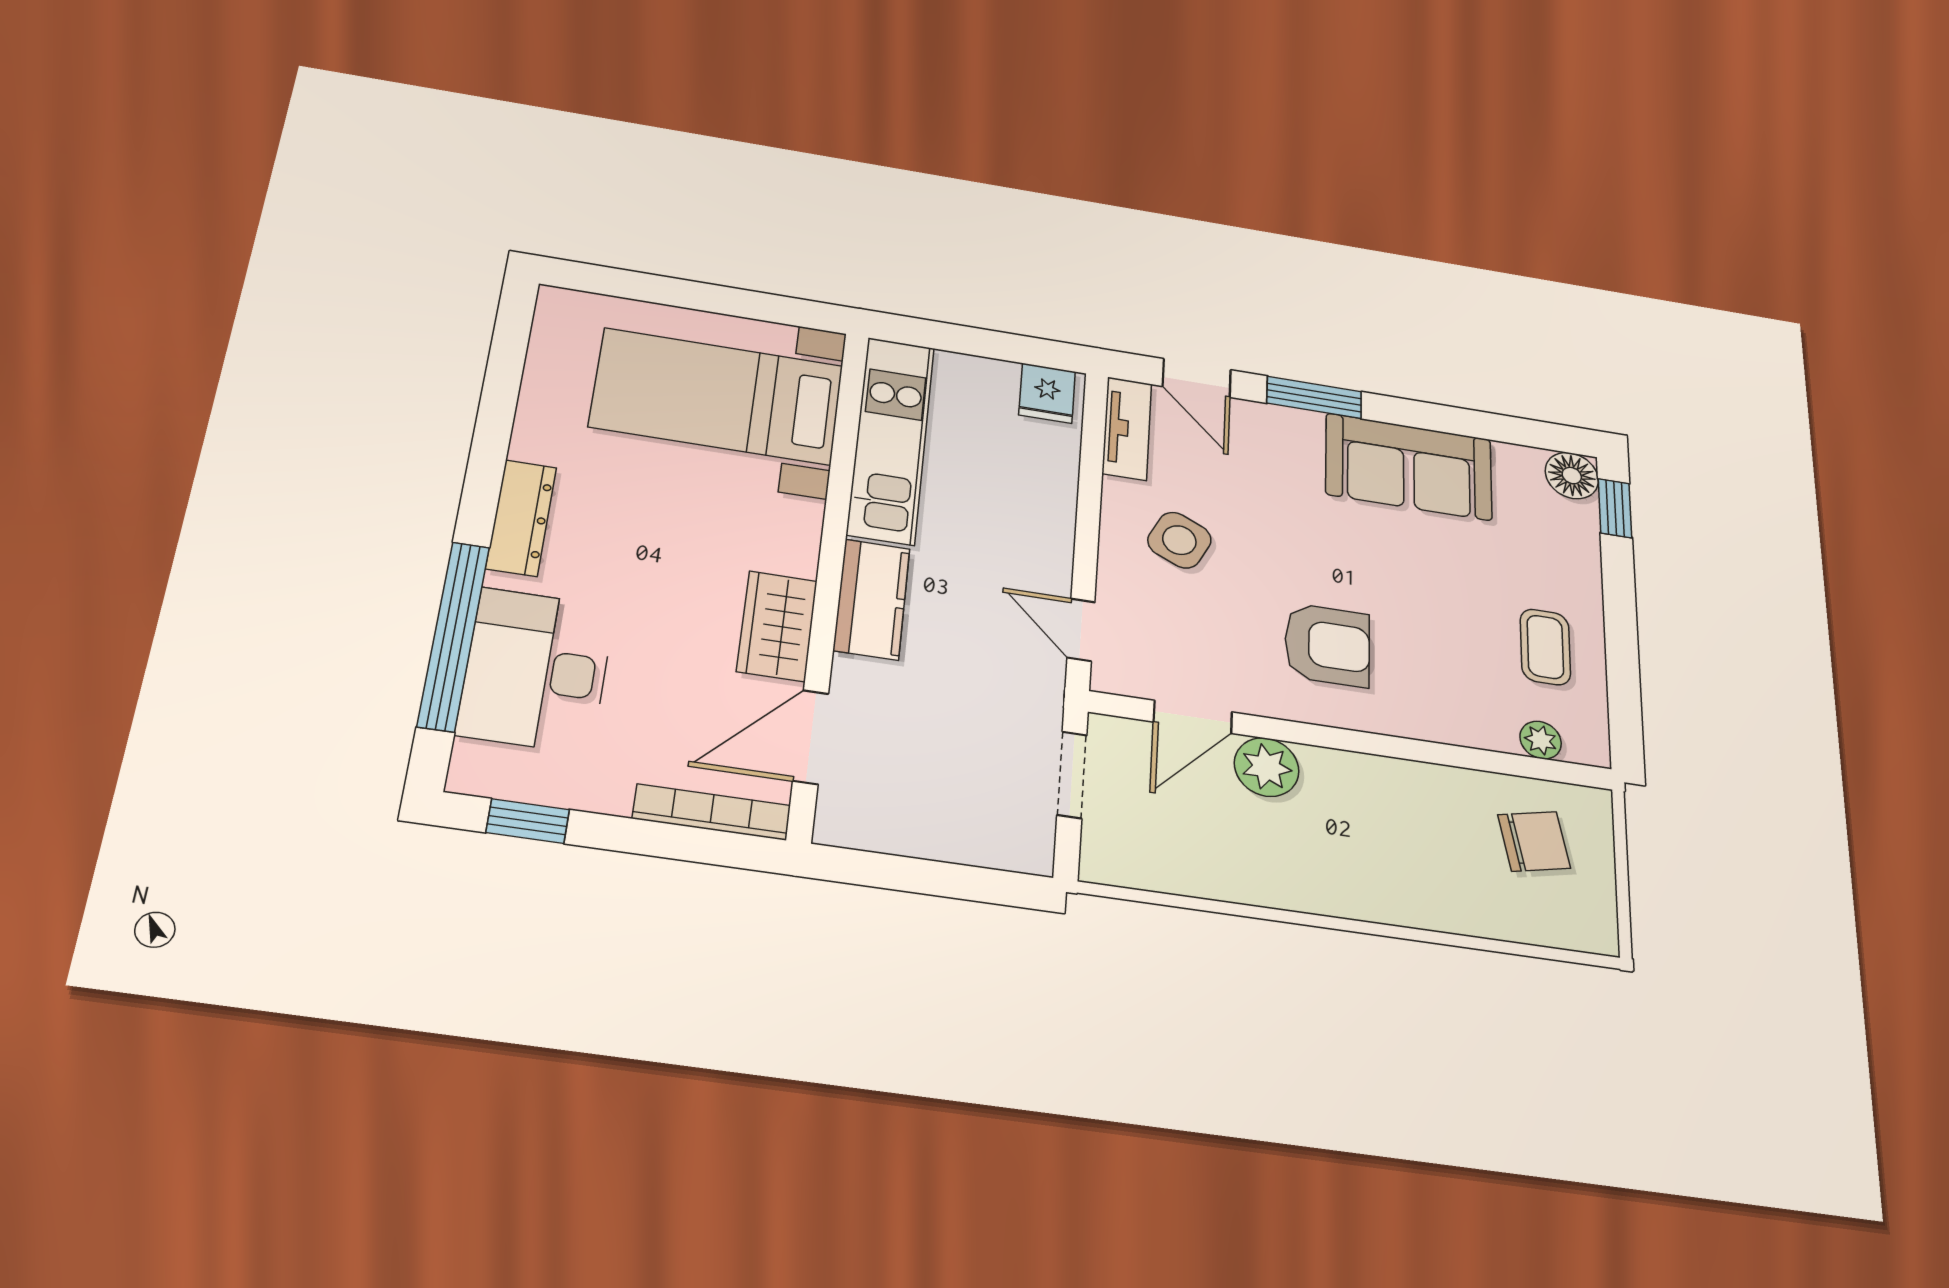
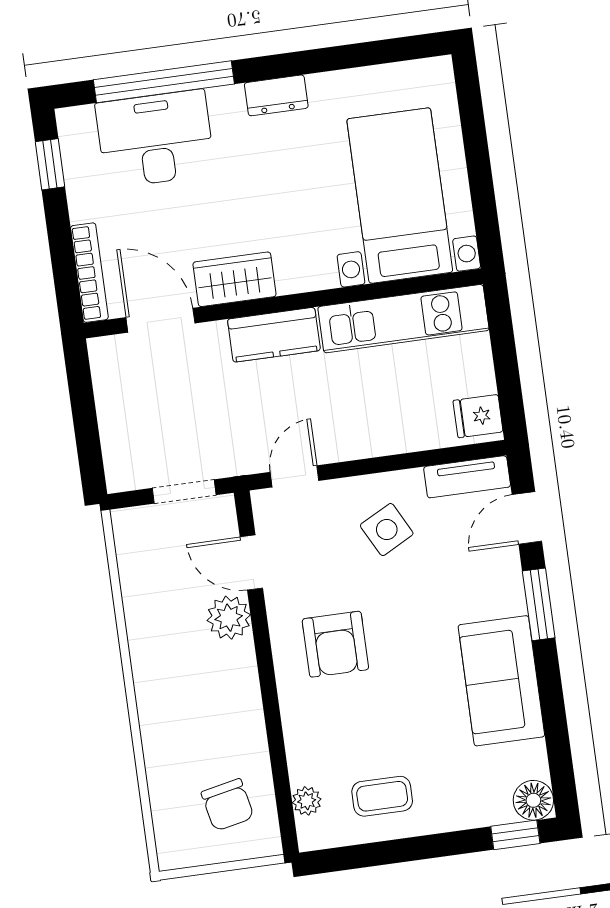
dresser: (521, 518) -> (276, 95), width x0.70
side table: (1179, 540) -> (387, 530), turned 36

